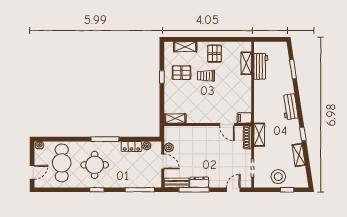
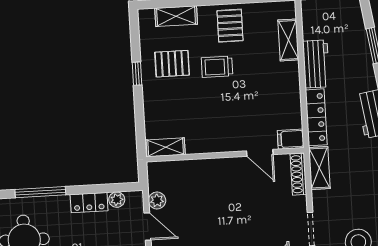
workbench: (261, 66) -> (316, 64), moved
locker: (259, 107) -> (316, 117), added

